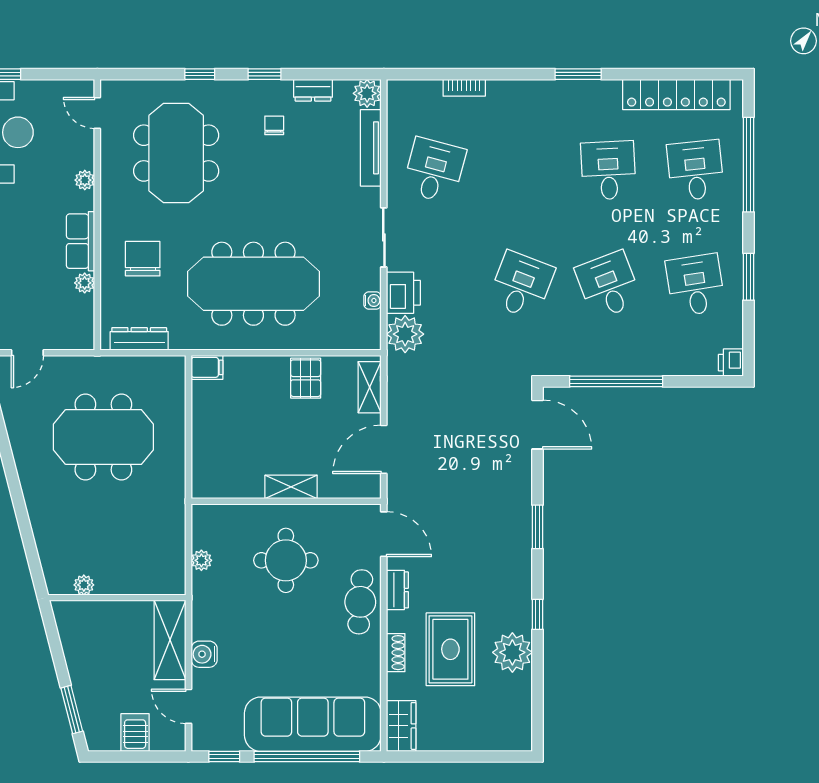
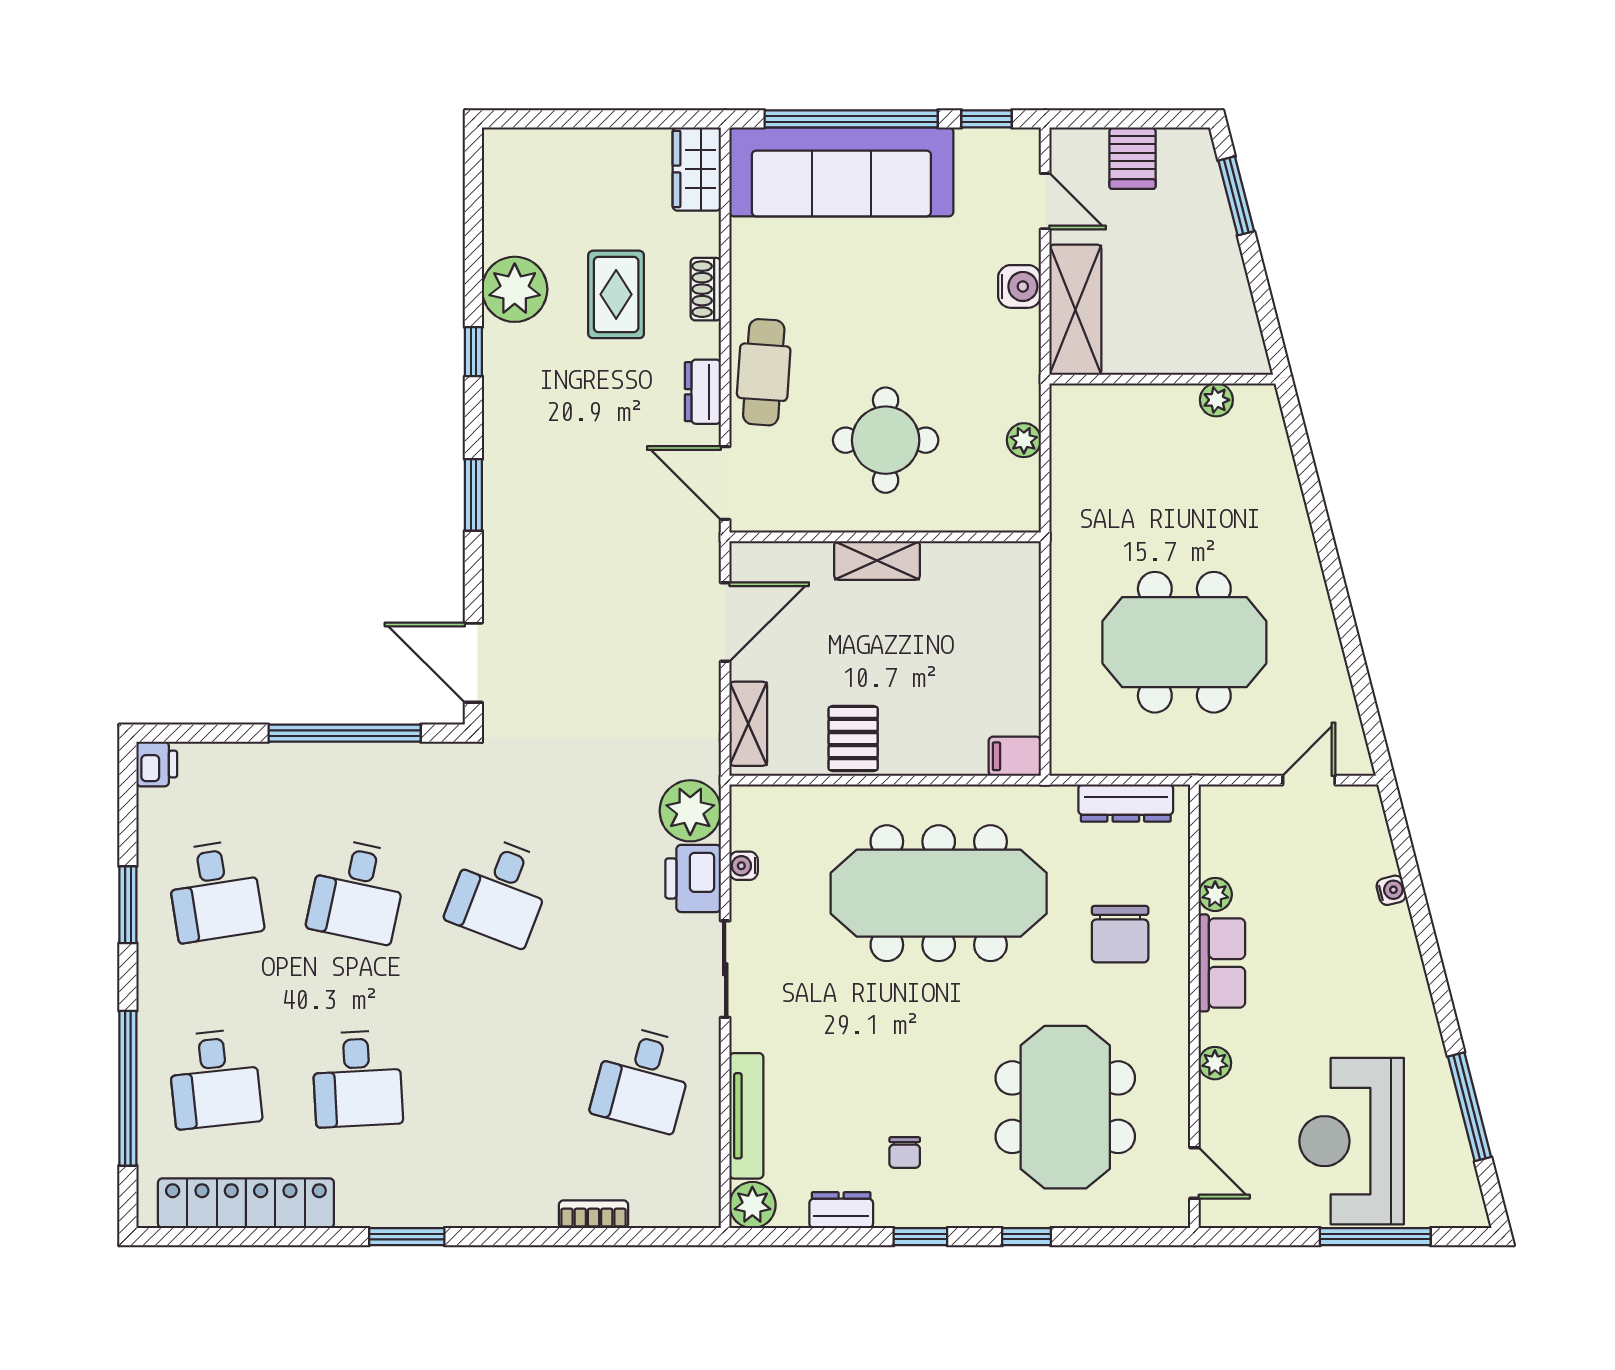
desk: (608, 285) -> (357, 891), turned 33
rug: (450, 649) -> (616, 294), width x0.73, depth x0.70

